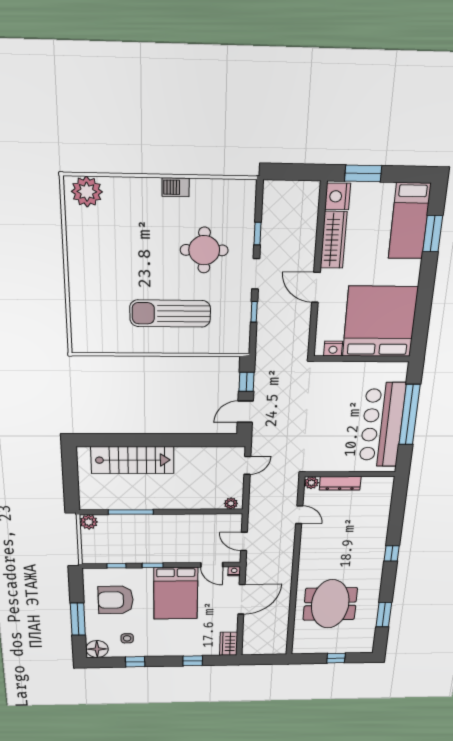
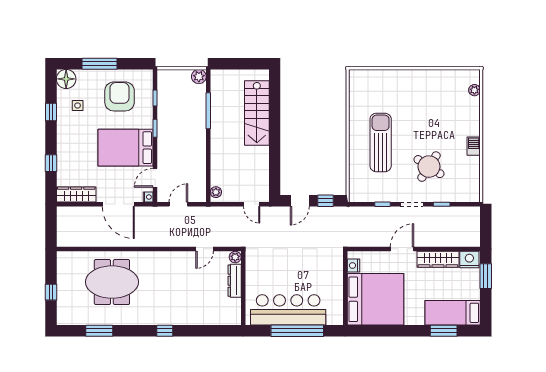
plant: (87, 192) -> (474, 90), width x0.53, depth x0.53
round table: (204, 250) -> (429, 167), turned 33
door: (245, 412) -> (300, 201), swing flipped
wardrobe: (229, 644) -> (76, 195), width x1.50

